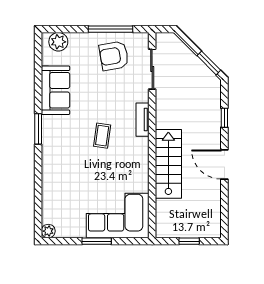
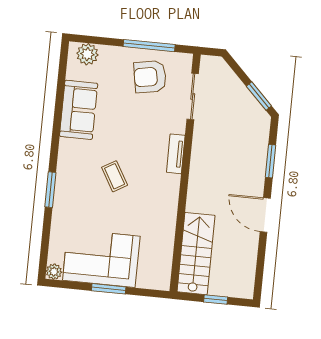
window: (224, 118) -> (271, 161), width x1.50
window: (38, 129) -> (50, 190), moved
coffee table: (102, 136) -> (115, 176), moved, turned -38
stairs: (168, 164) -> (196, 254), moved
corner sofa: (118, 216) -> (101, 258), moved

